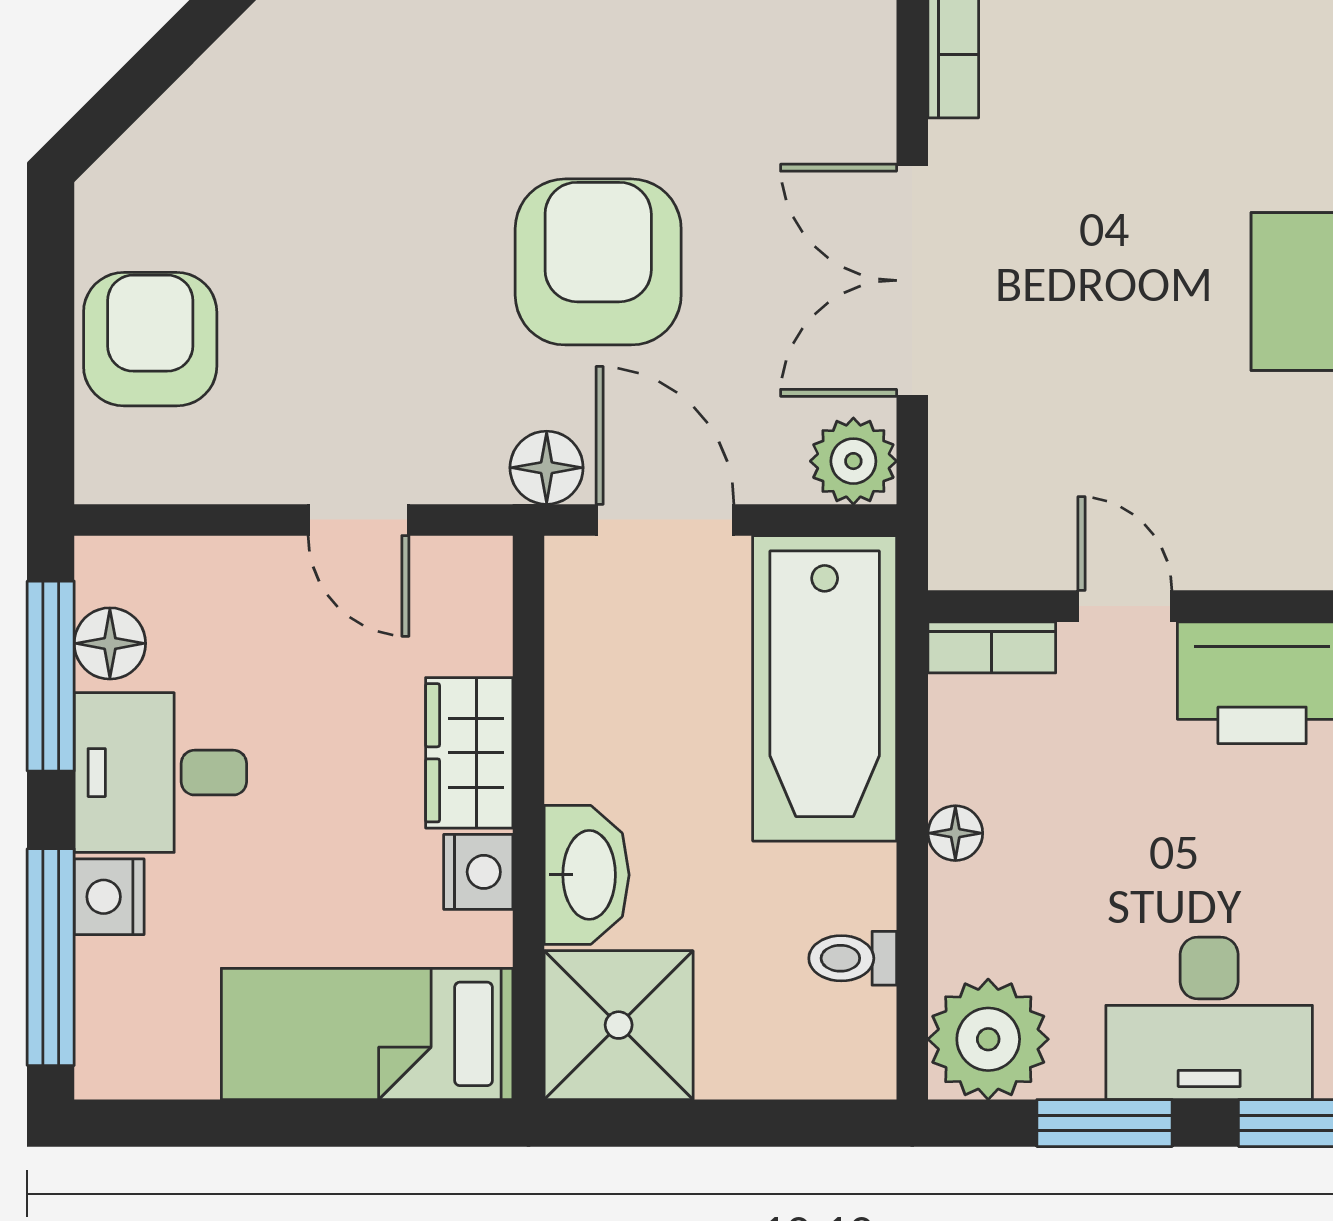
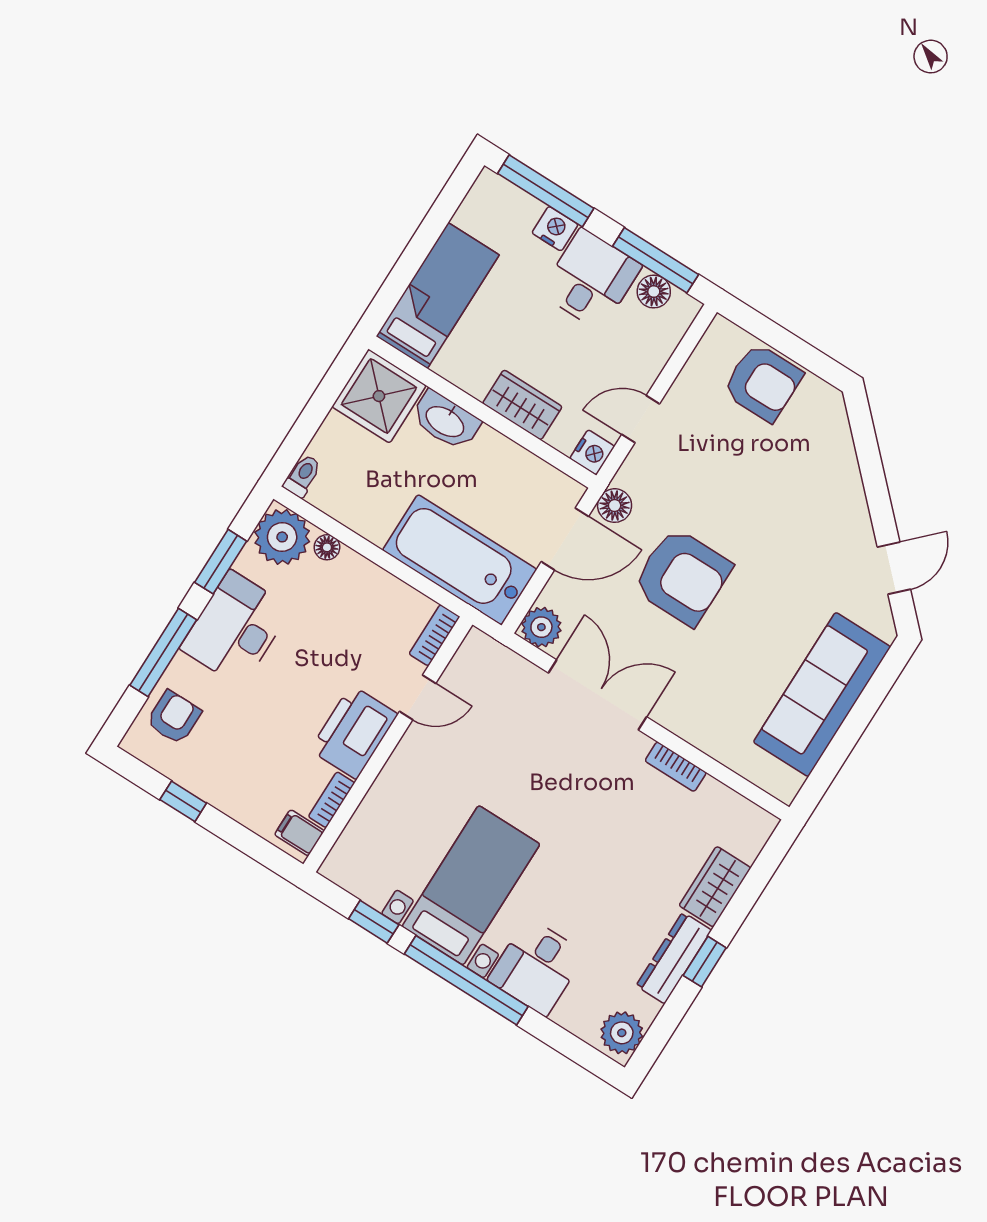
floor lamp: (955, 833) -> (327, 547), moved
nightstand: (478, 872) -> (592, 452), moved, turned -90
toilet: (853, 958) -> (303, 476), moved

